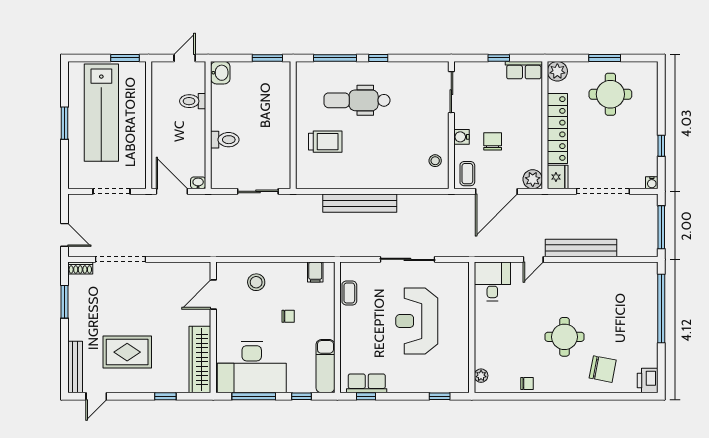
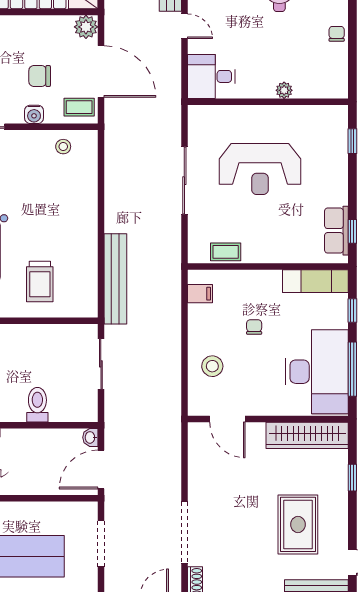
trolley: (325, 142) -> (40, 281), turned 180
bench: (360, 203) -> (115, 279), moved
plant: (481, 376) -> (284, 90), moved

